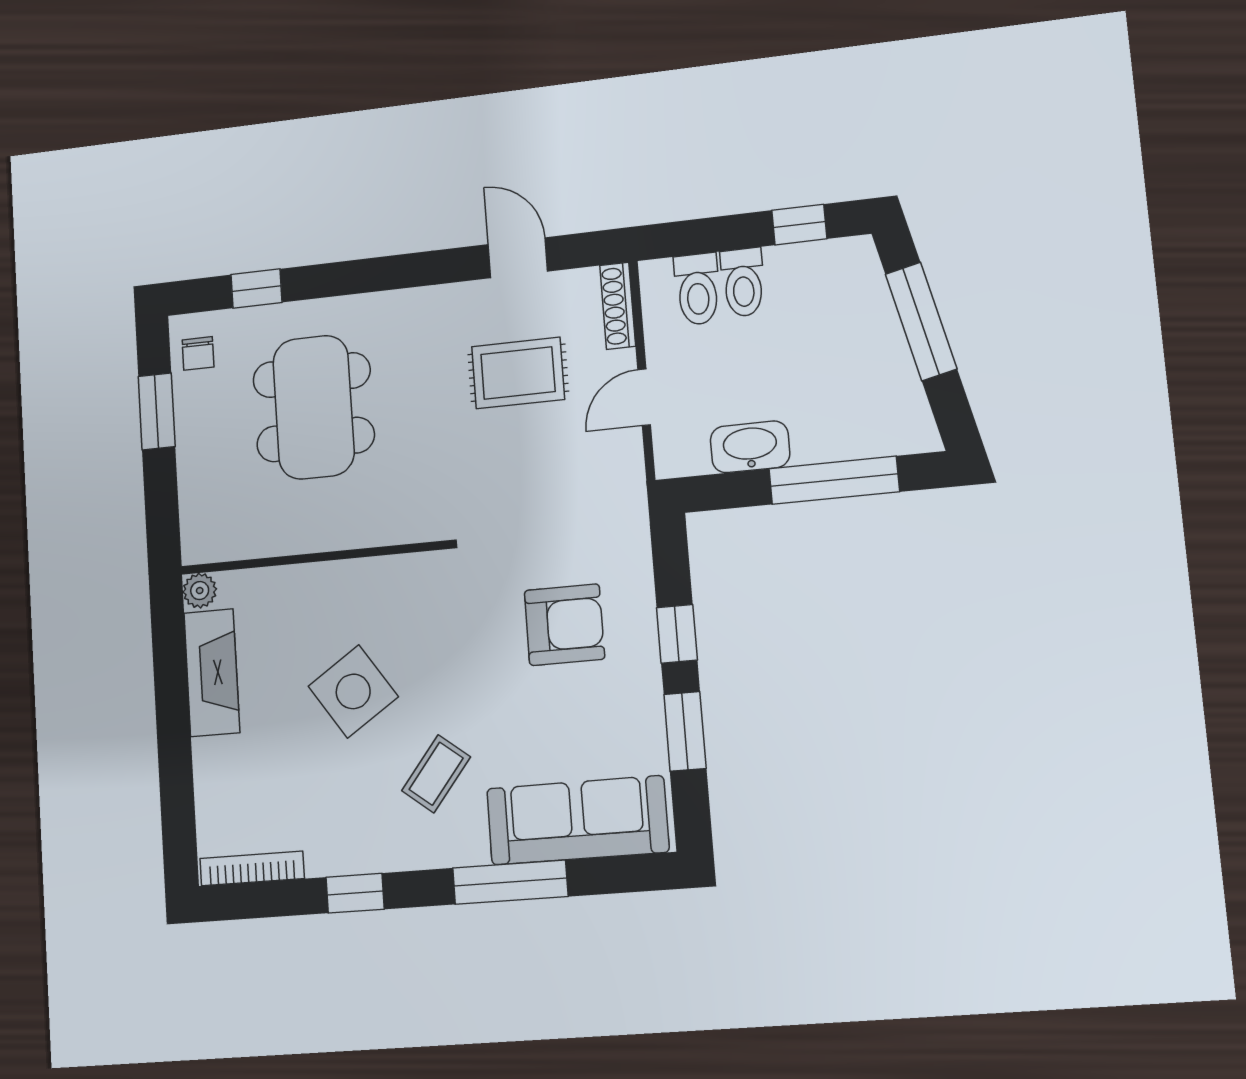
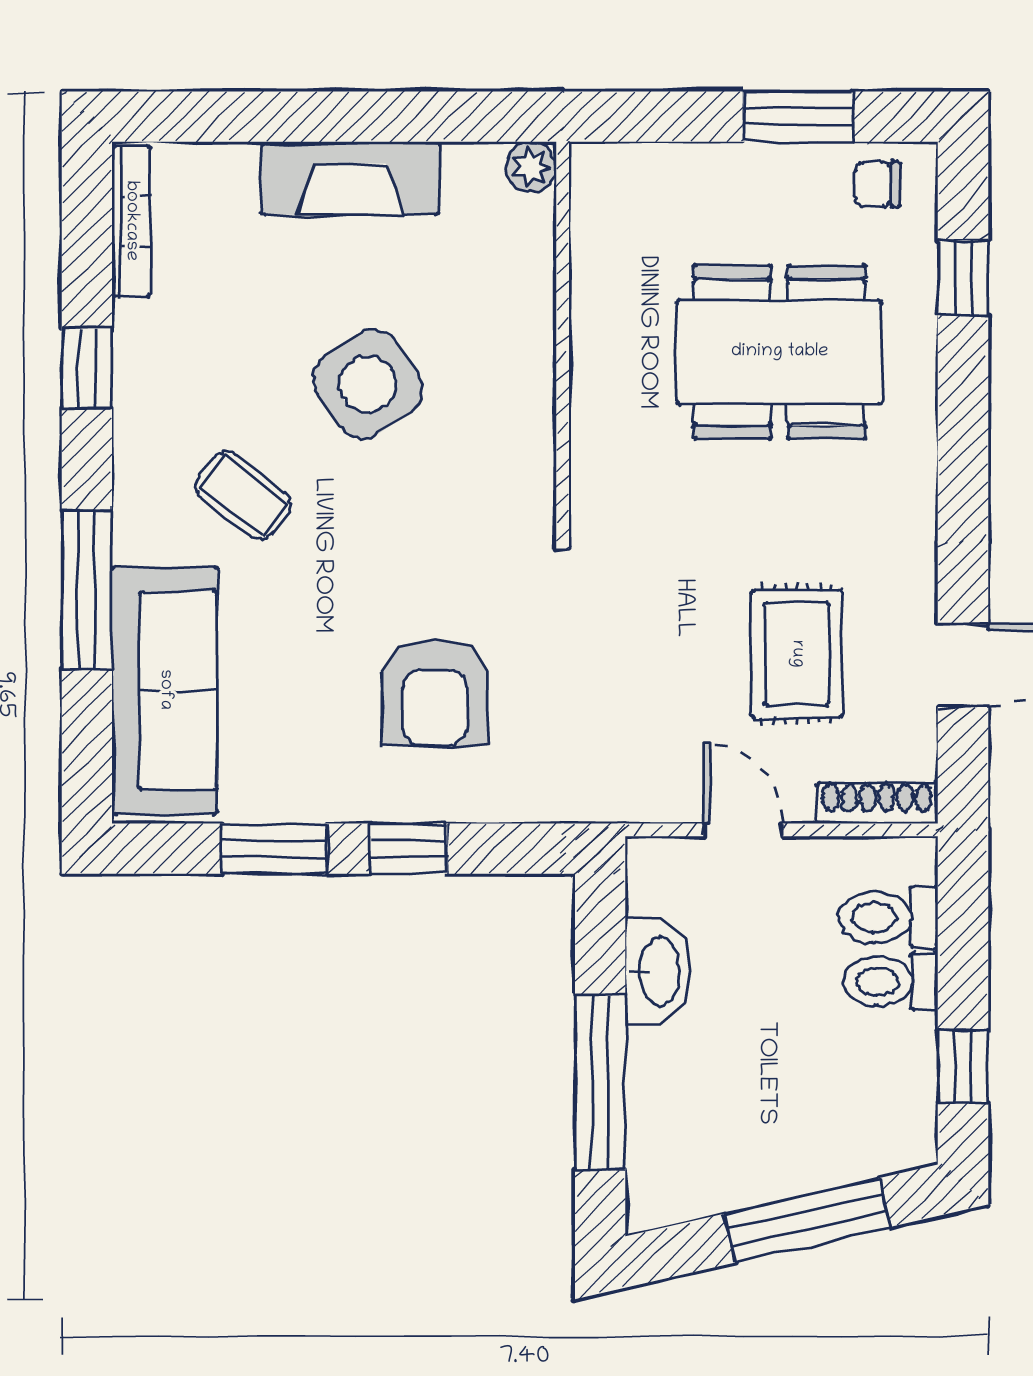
fireplace: (212, 673) -> (350, 178), moved

